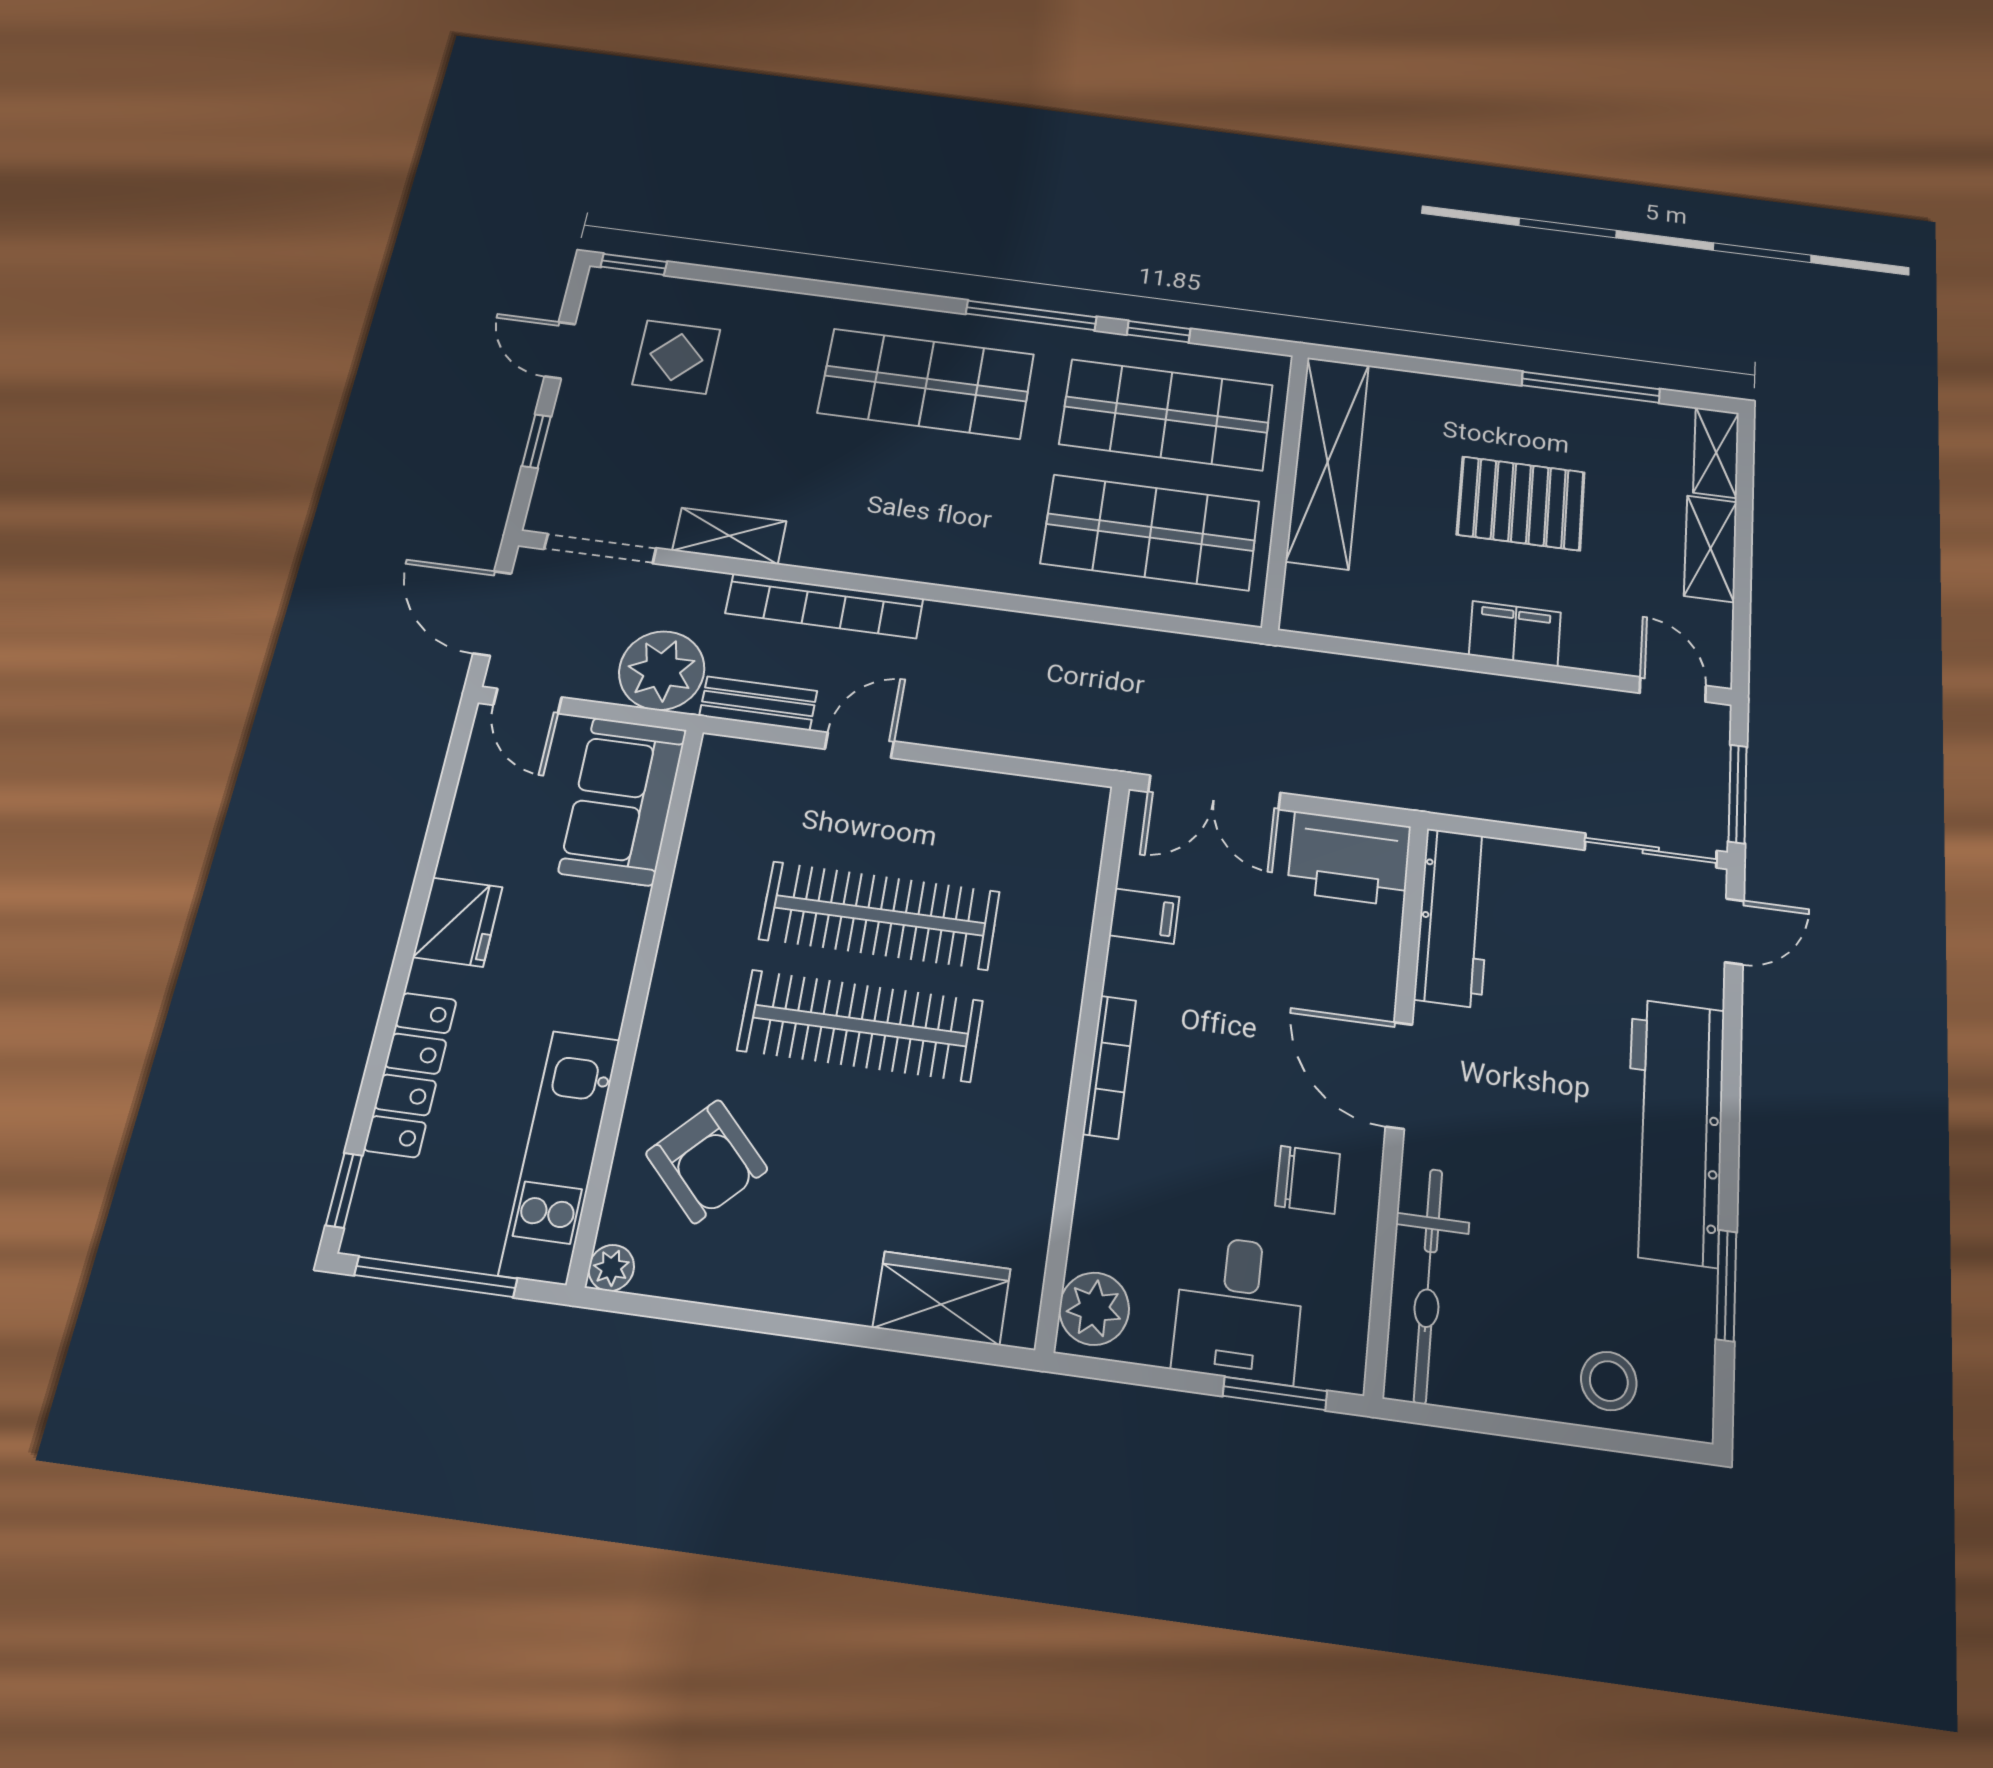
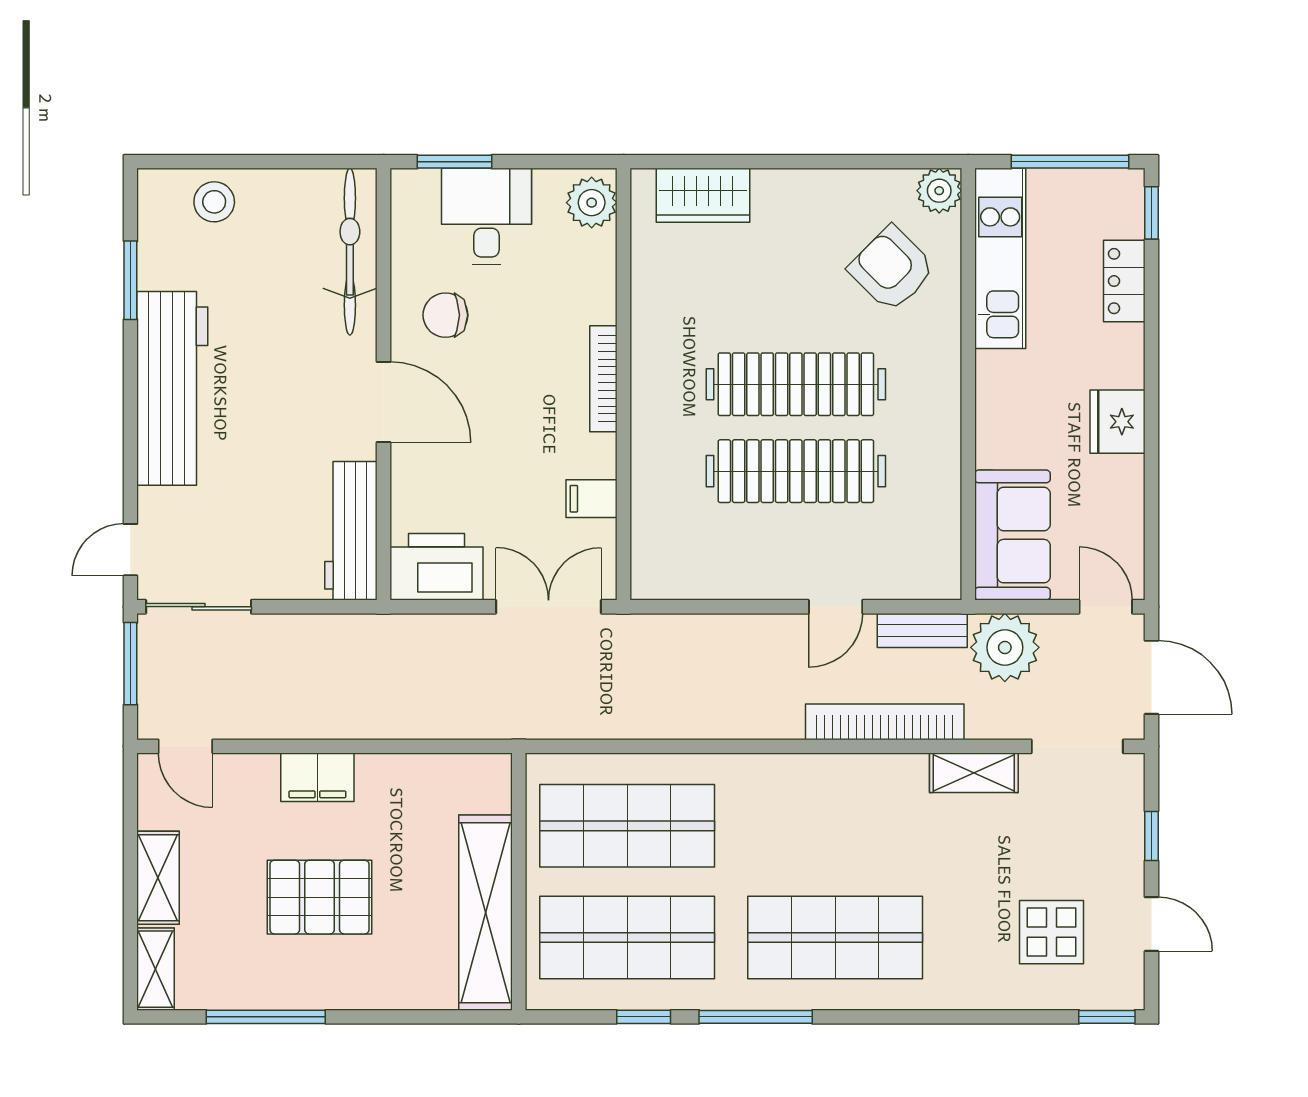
locker: (411, 1074) -> (1124, 281), width x0.66
plant: (611, 1268) -> (939, 191), width x1.38, depth x1.38

